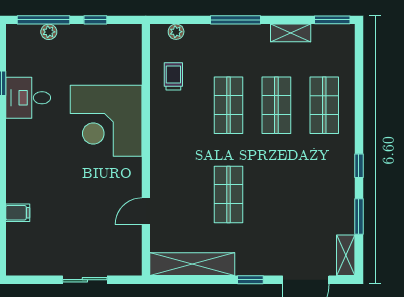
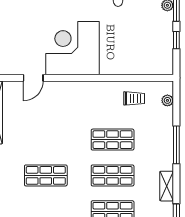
corner desk: (106, 121) -> (73, 48), moved
shop shelf: (228, 194) -> (46, 175), moved
door: (146, 211) -> (33, 78), swing flipped

